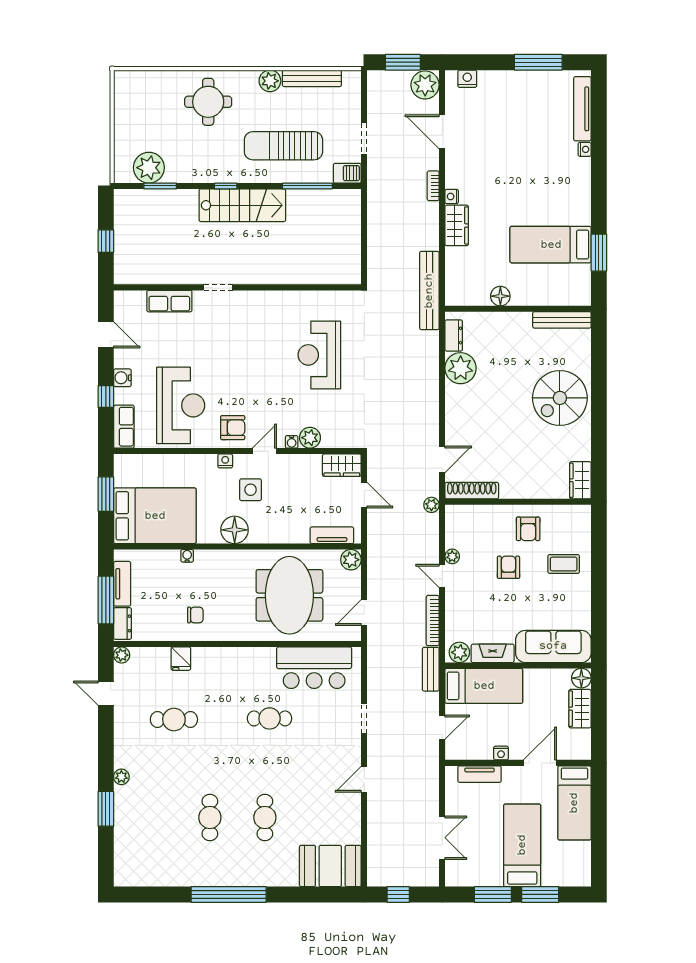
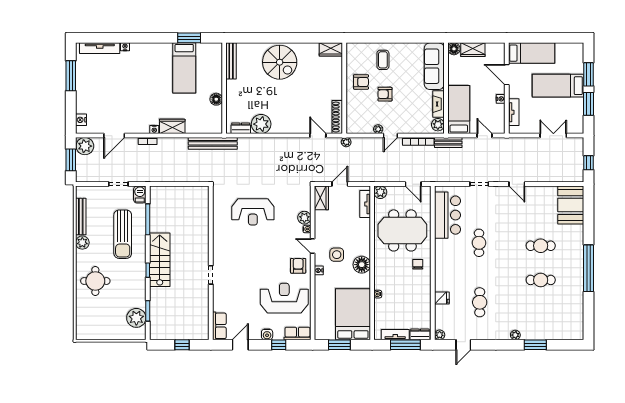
row of seats: (169, 301) -> (219, 326), moved
chair: (195, 615) -> (418, 264), moved

